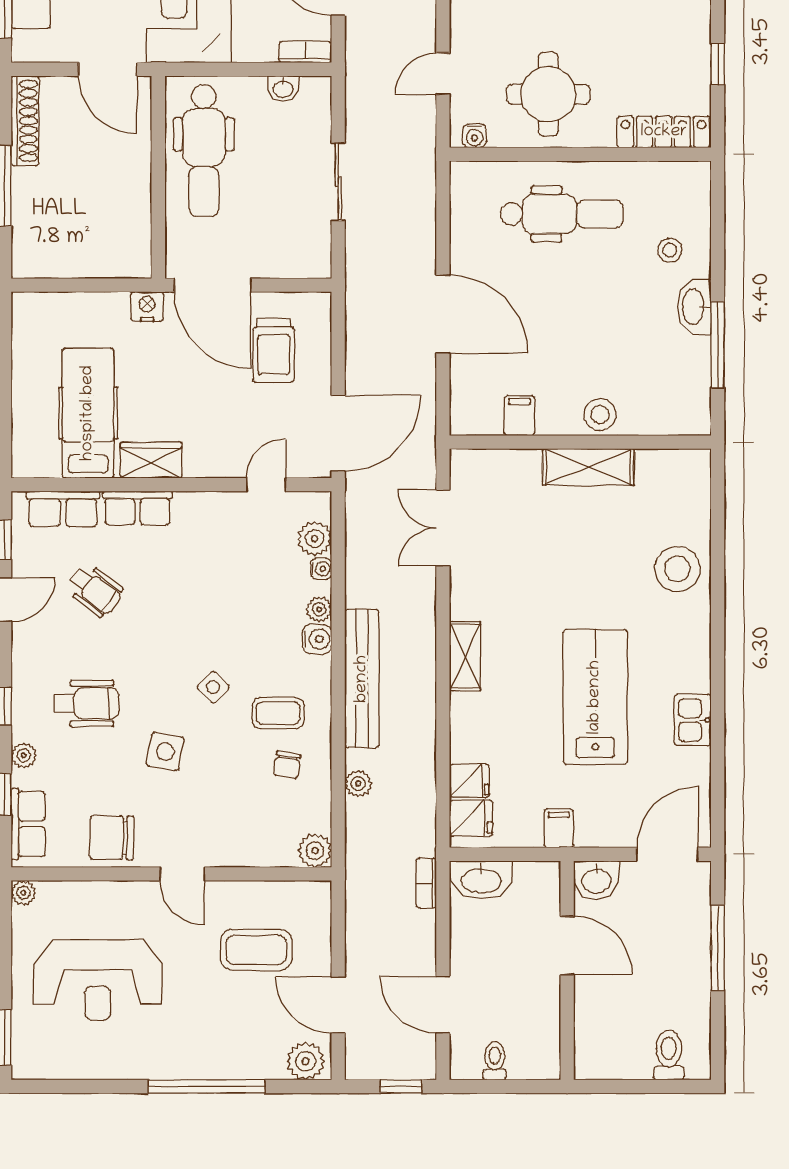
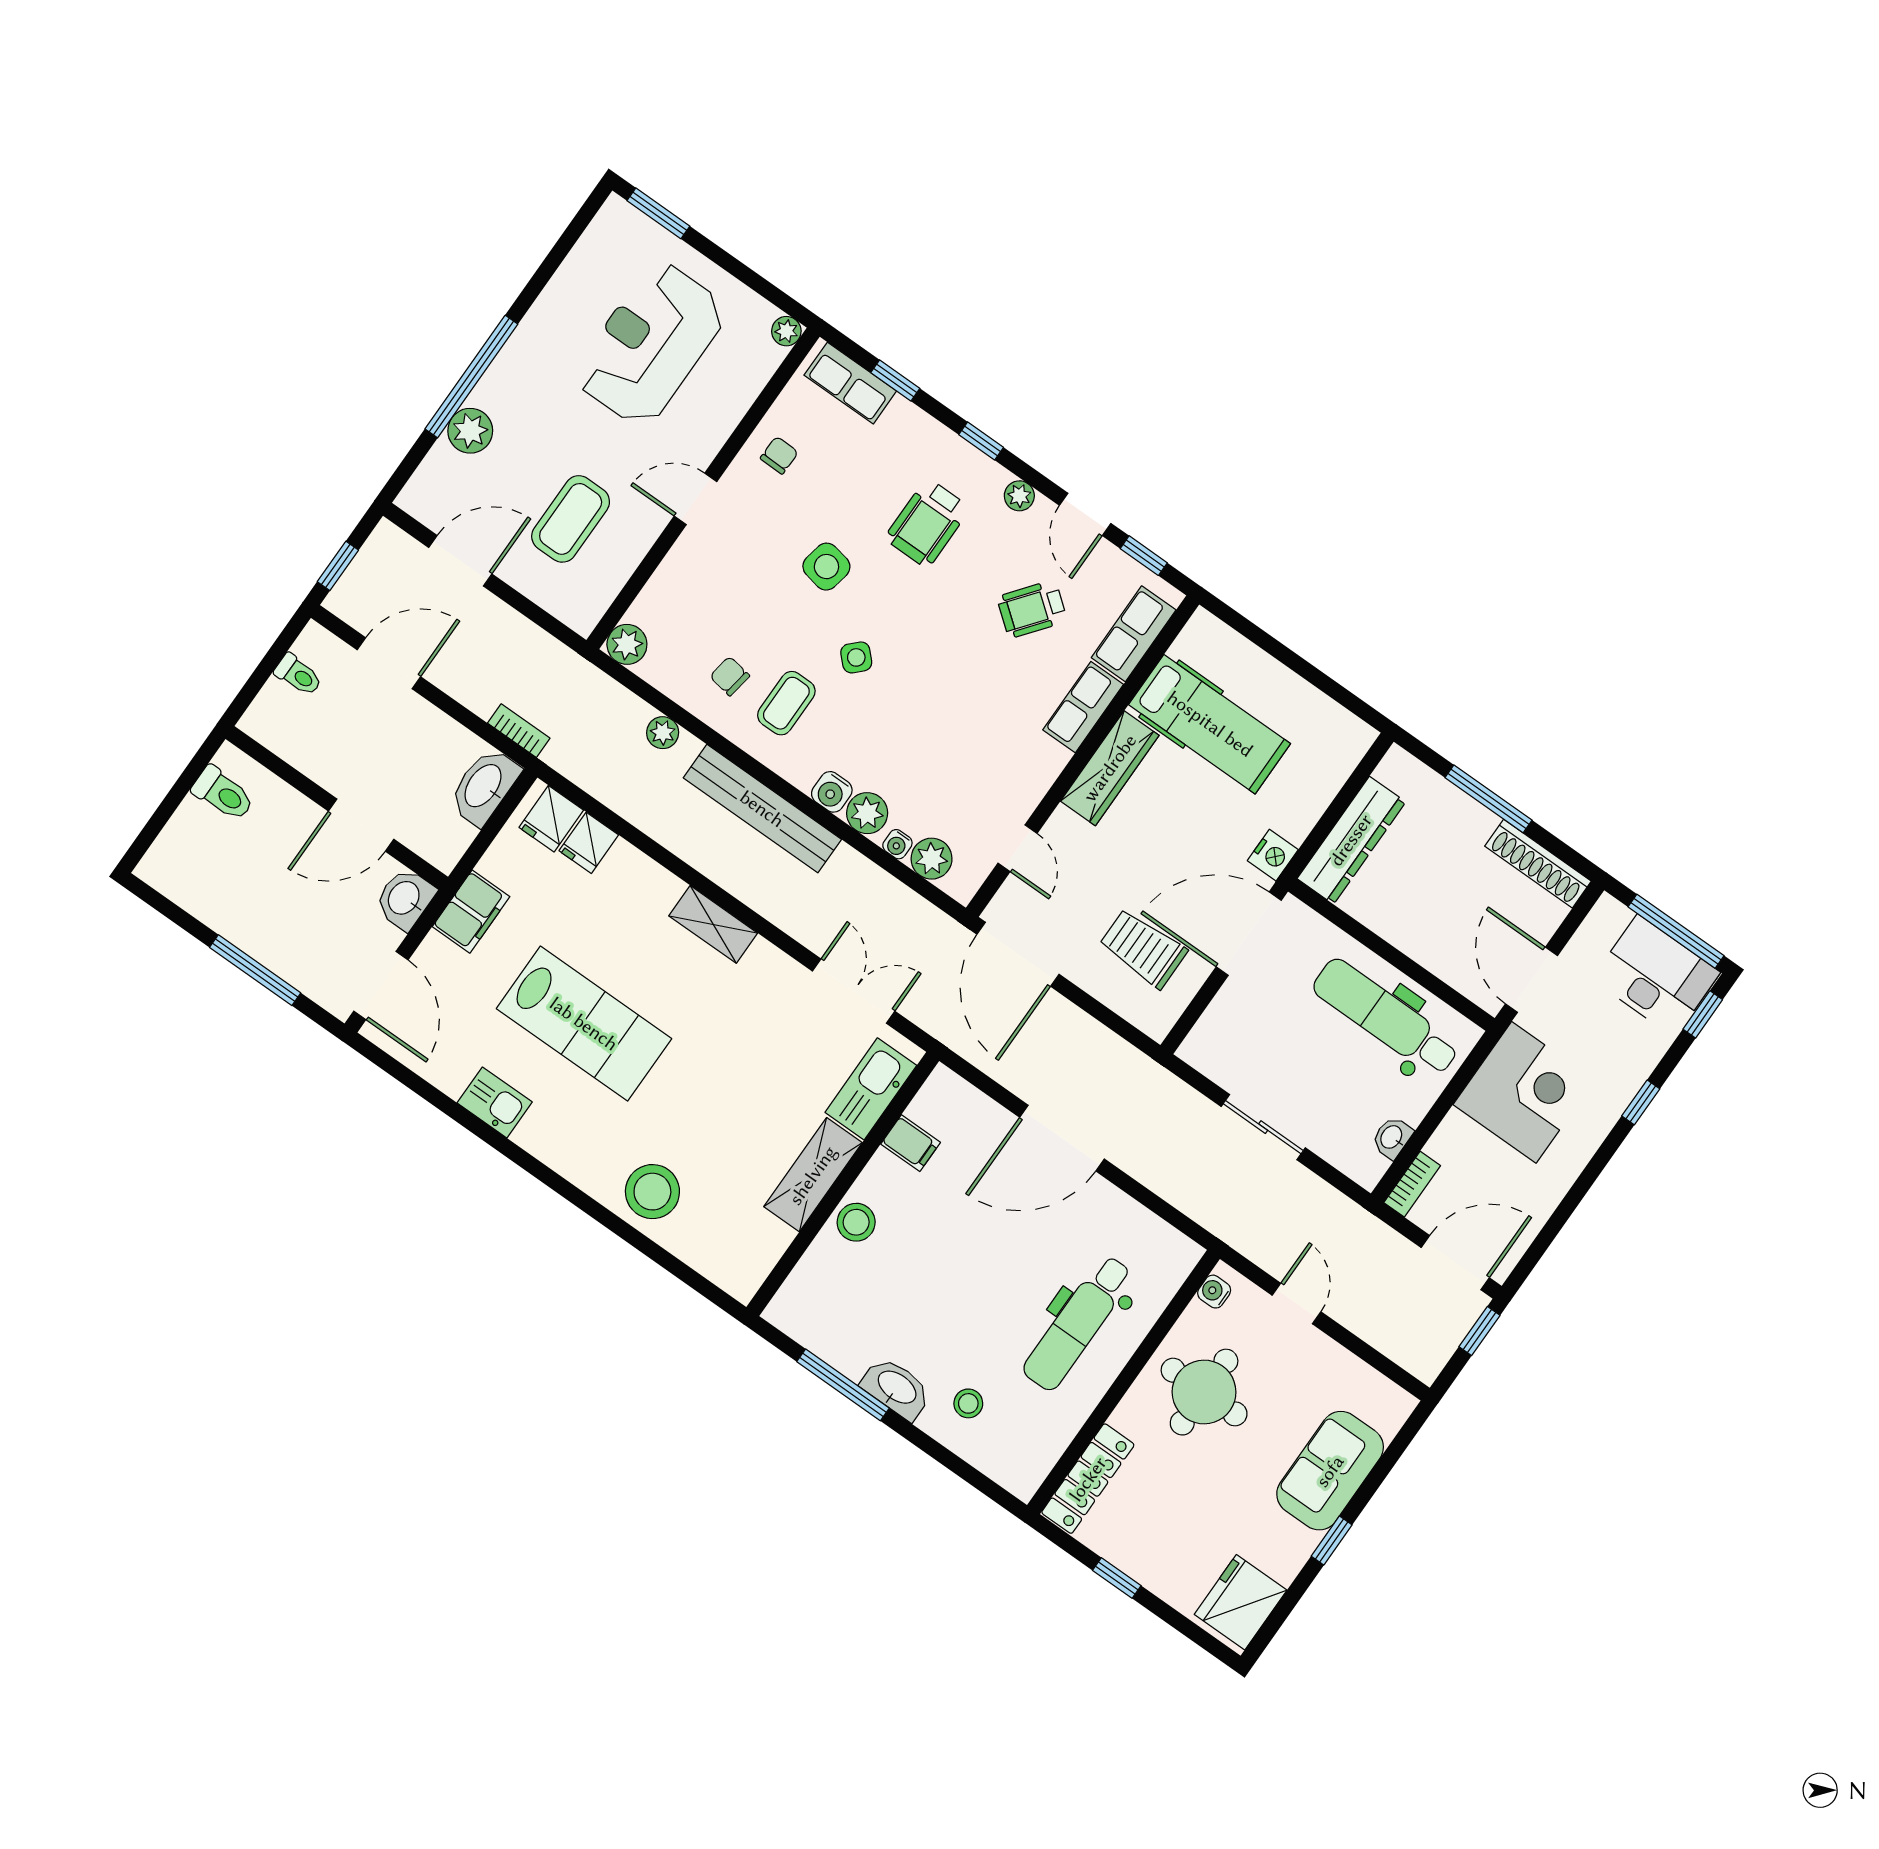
door: (108, 69) -> (1531, 980), hinge flipped
dresser: (99, 260) -> (1351, 840), added
wardrobe: (151, 460) -> (1110, 768), width x1.50
kitchen sink: (502, 469) -> (871, 1089), added
plant: (319, 609) -> (867, 813), width x1.38, depth x1.38
plant: (24, 755) -> (1019, 496), moved
filing cabinet: (559, 828) -> (471, 912), width x2.00
chair: (112, 838) -> (779, 455), width x0.54, depth x0.54
toilet: (669, 1055) -> (223, 794), moved
plant: (306, 1061) -> (470, 431), moved

